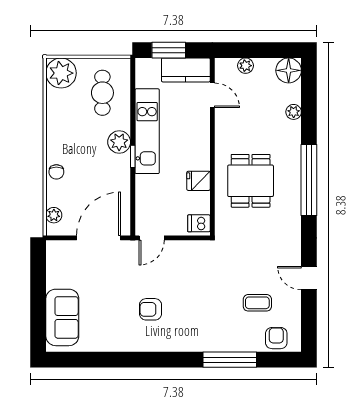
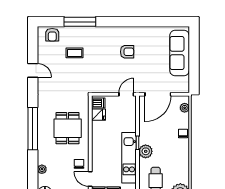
chair: (231, 121) -> (79, 164), added
fridge: (198, 181) -> (98, 115), moved
coffee table: (257, 303) -> (75, 53), moved
sofa: (62, 317) -> (180, 53), width x1.36

